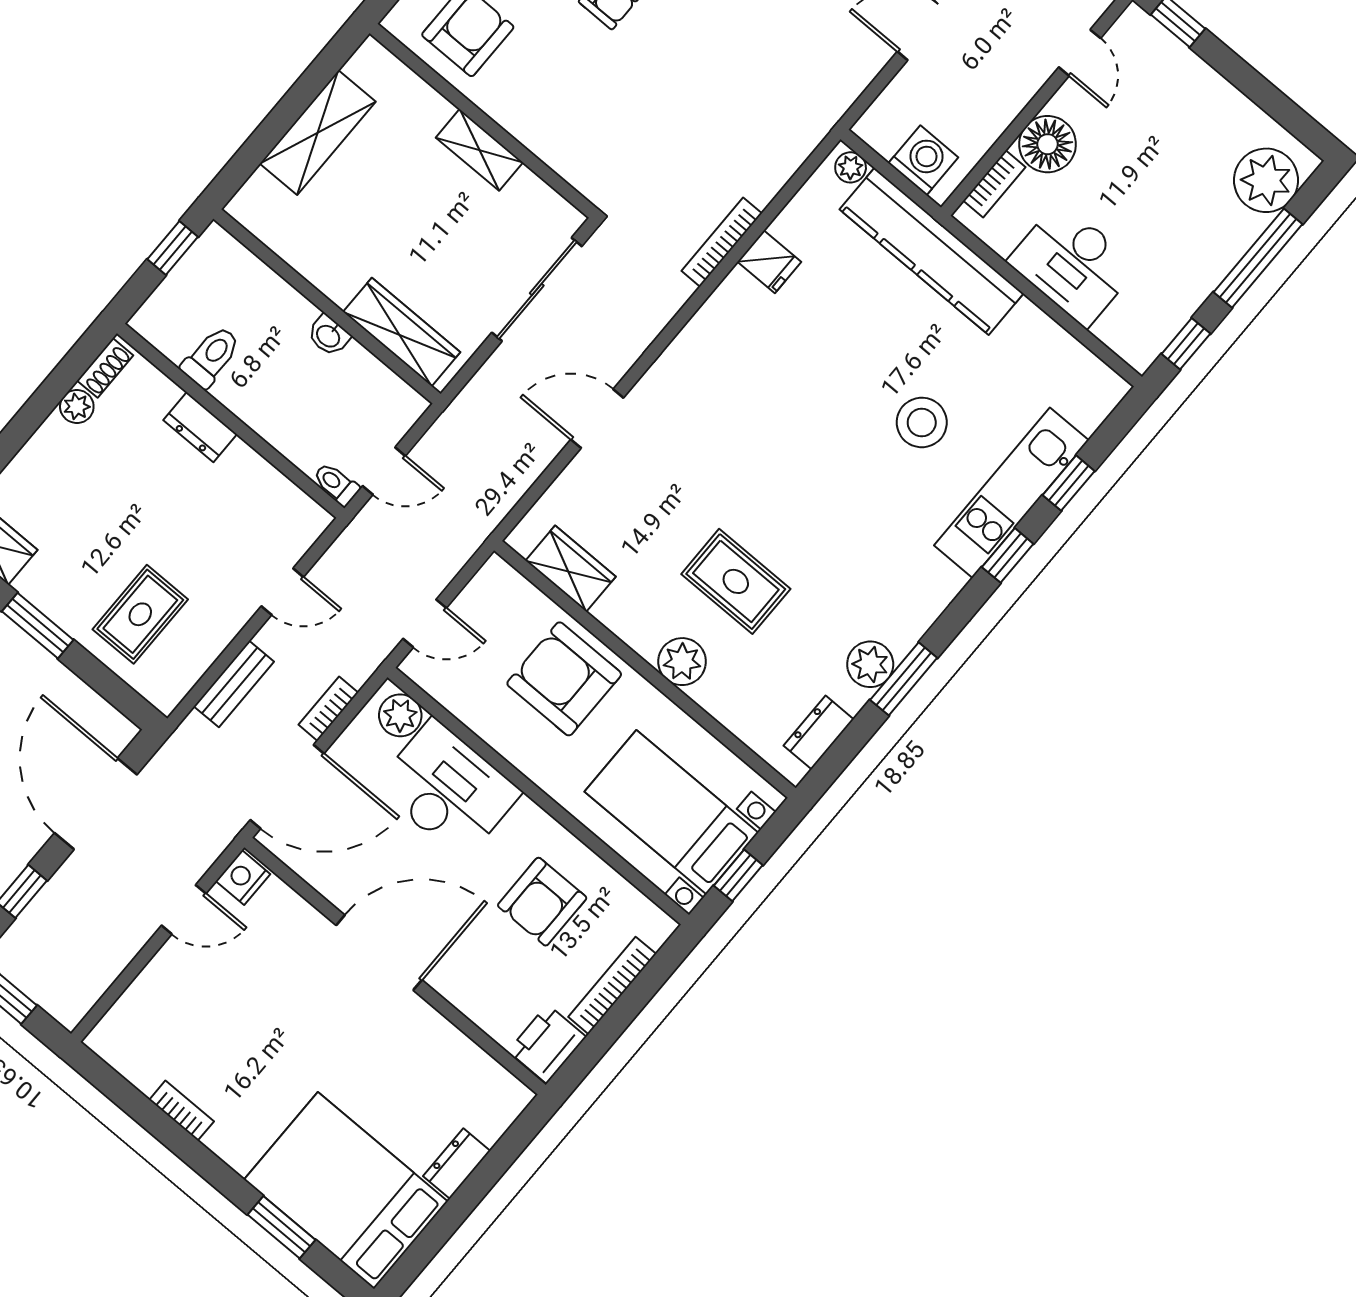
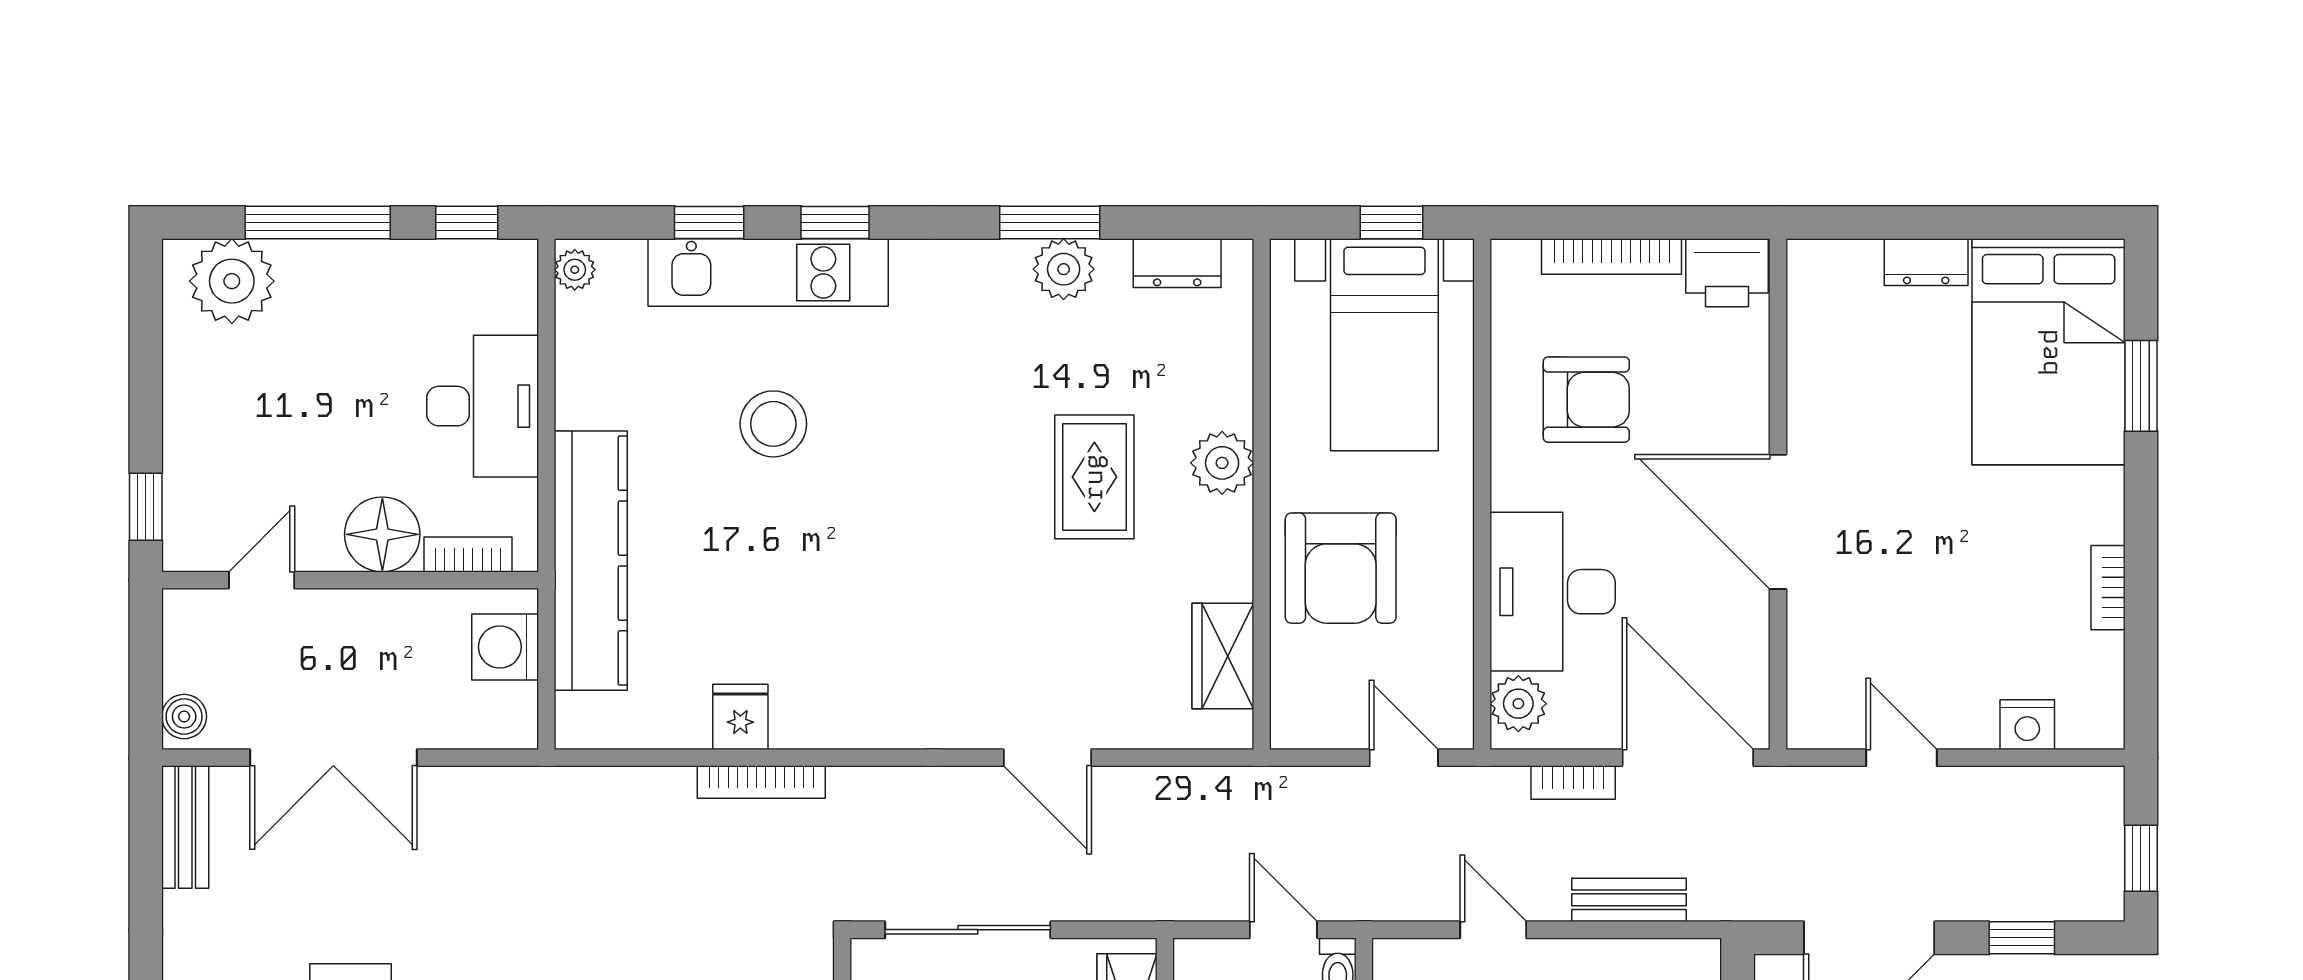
plant: (851, 167) -> (575, 270), moved
nightstand: (243, 878) -> (2027, 725), moved

